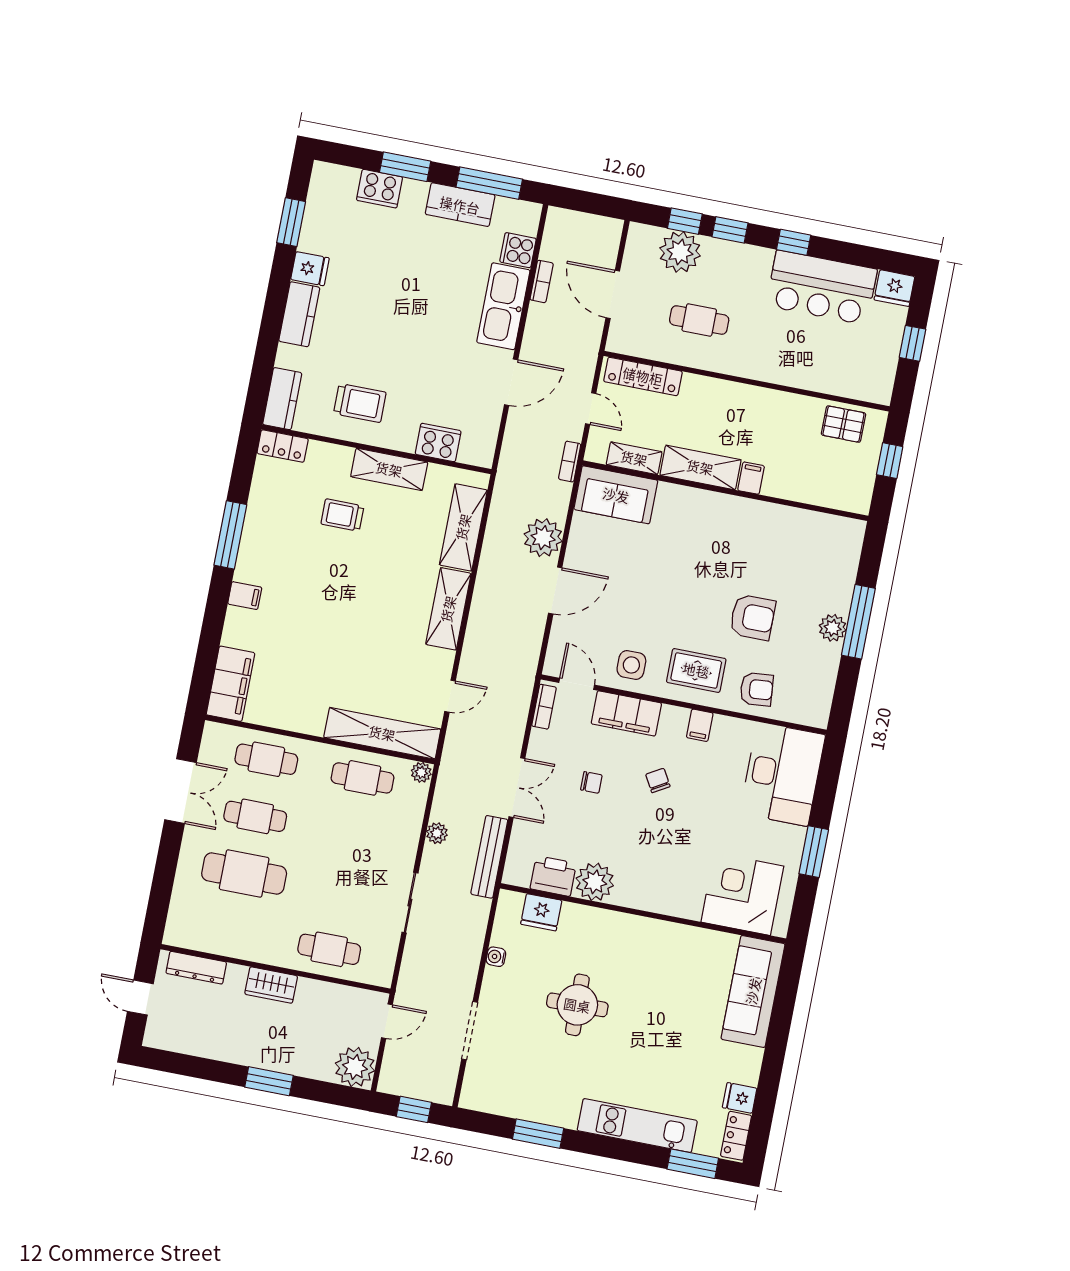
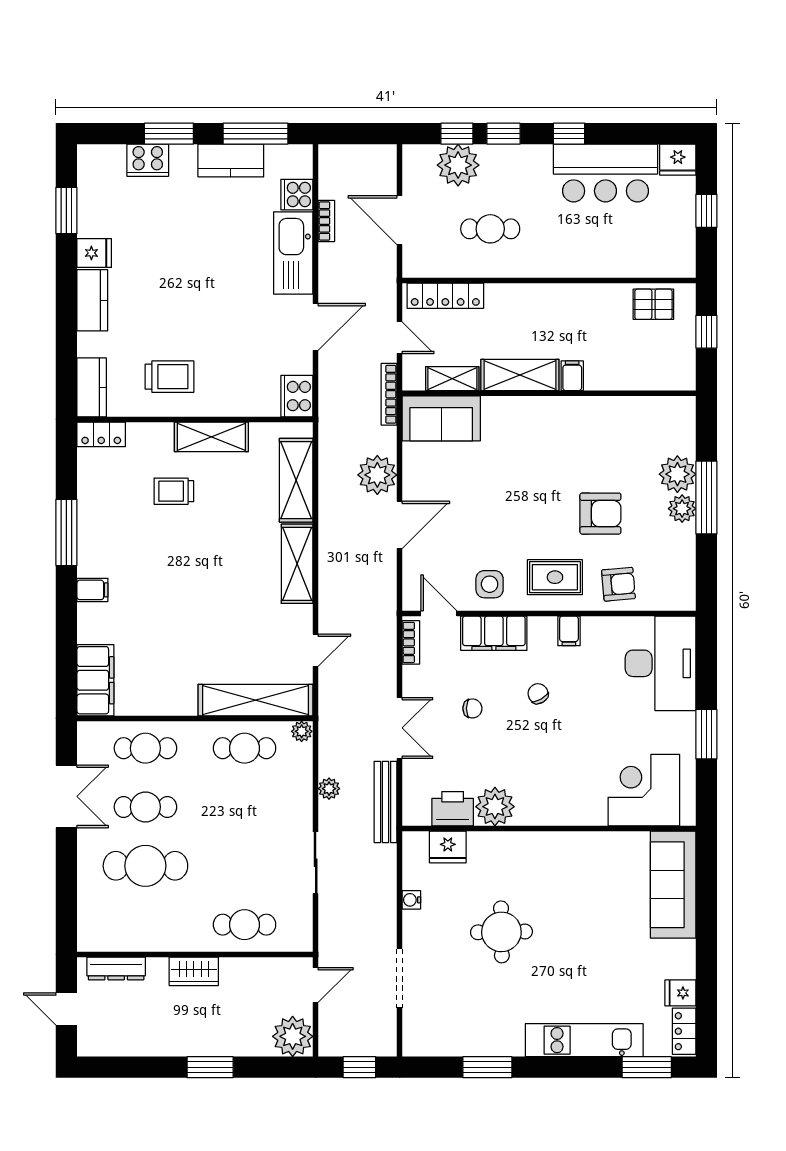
cooker: (438, 442) -> (297, 396), moved, turned -90
bookcase: (570, 462) -> (389, 394), width x1.56
plant: (835, 594) -> (677, 474), added

